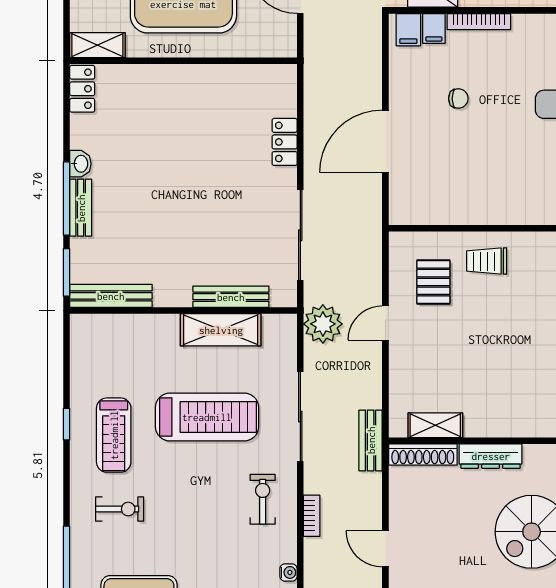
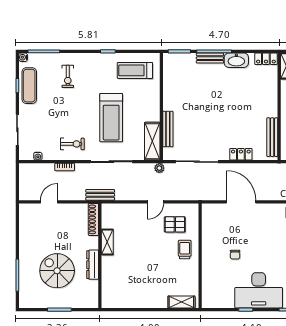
chair: (458, 99) -> (235, 255), moved
washbasin: (80, 164) -> (236, 60), width x1.91, depth x1.45
bench: (111, 296) -> (272, 137), moved
door: (385, 323) -> (155, 202), swing flipped
plant: (323, 324) -> (159, 168), width x0.53, depth x0.53
shelving: (221, 330) -> (152, 141), moved
shelving: (435, 425) -> (107, 242), moved
treadmill: (114, 435) -> (135, 70), moved
dresser: (491, 456) -> (93, 265), moved

